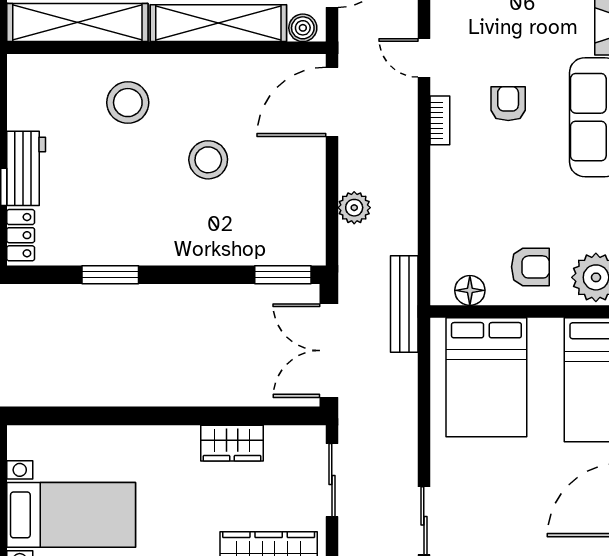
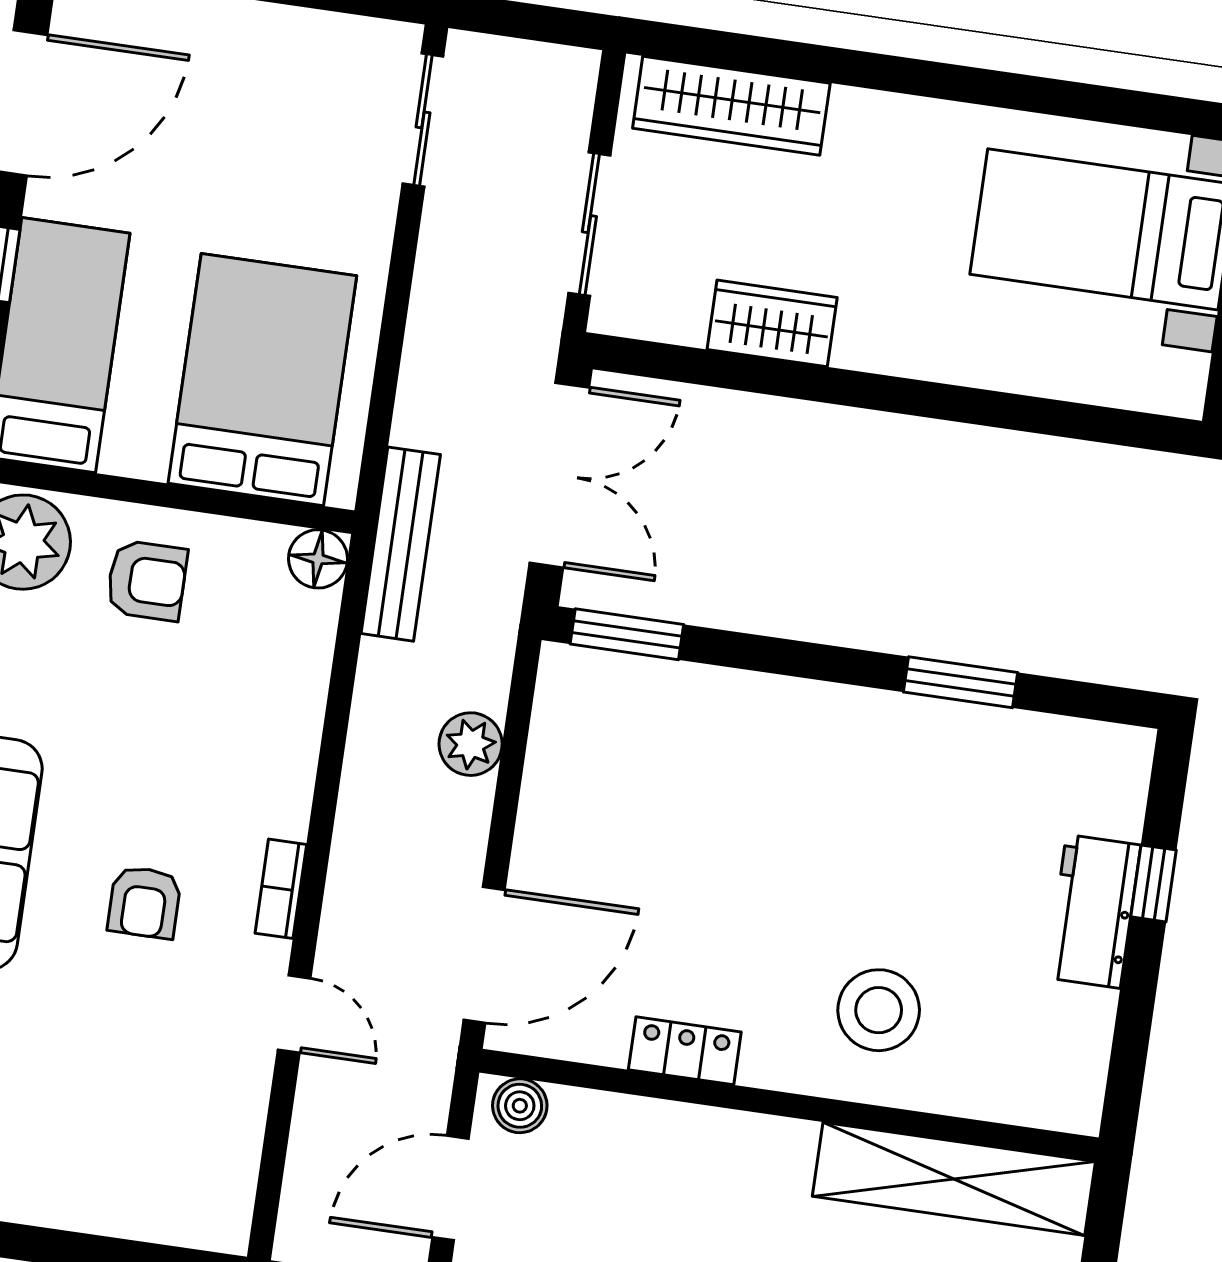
shelving: (218, 23) -> (682, 1138), removed
stool: (208, 160) -> (739, 877), removed
locker: (21, 235) -> (685, 1051), moved, turned 90
armchair: (530, 267) -> (147, 580), turned 180
floor lamp: (470, 290) -> (318, 559), moved

